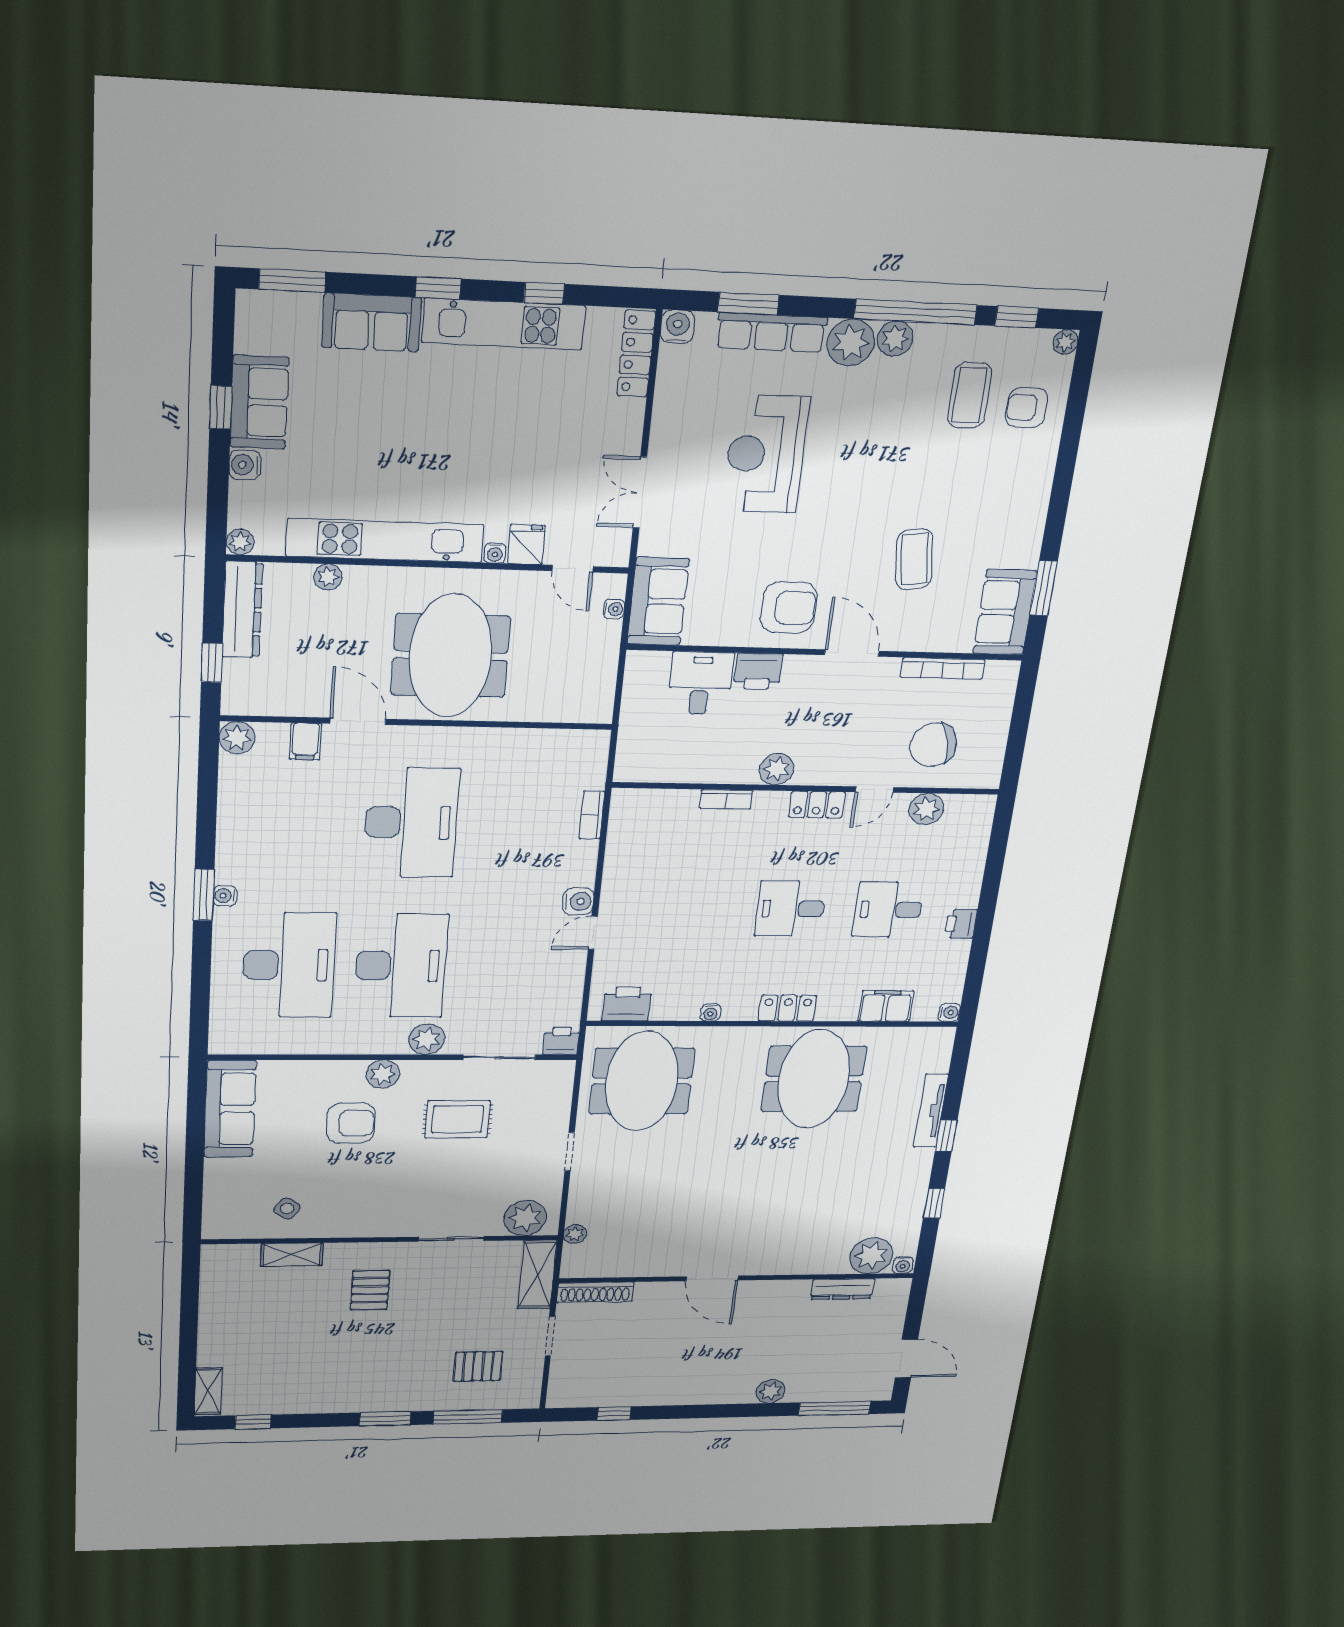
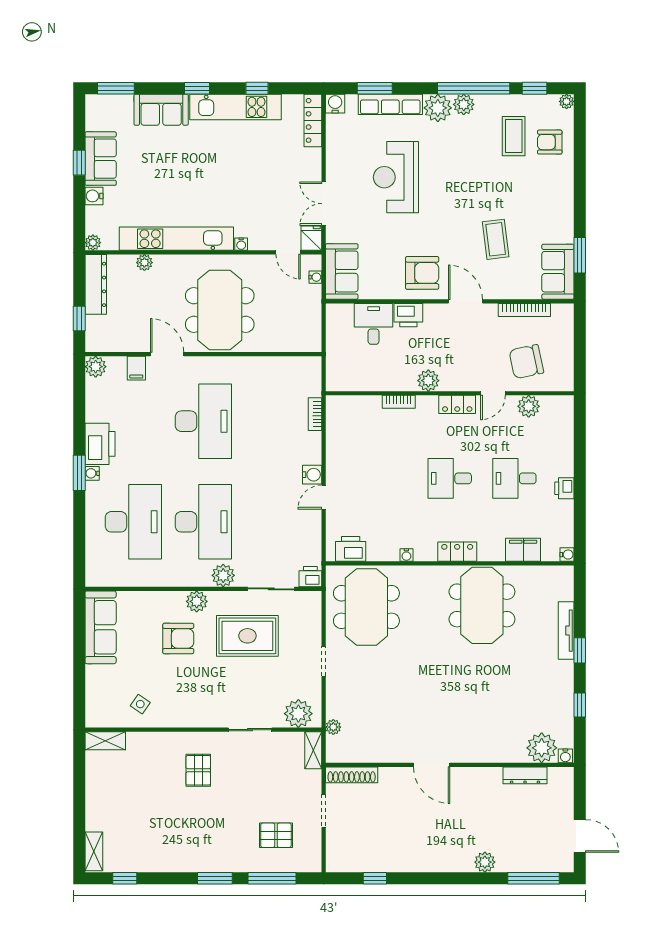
fridge: (526, 544) -> (311, 238), moved
printer: (240, 853) -> (100, 444), added
rug: (458, 1119) -> (247, 636), width x1.36, depth x1.43
shelving: (292, 1255) -> (105, 741), moved
shelving: (537, 1275) -> (313, 750), width x0.67, depth x0.75

